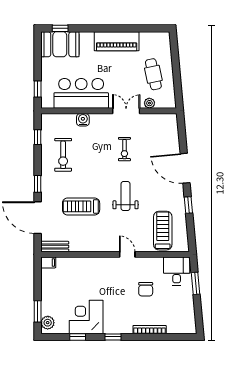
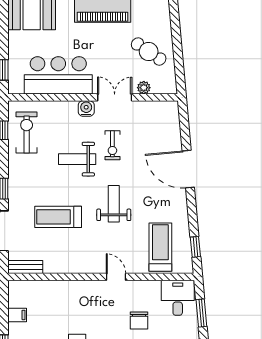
cafe table: (153, 74) -> (149, 52), turned -44
water cooler: (83, 120) -> (86, 108), moved
exercise bike: (63, 155) -> (27, 132), moved, turned 180
weight bench: (96, 160) -> (77, 159), added
window: (188, 205) -> (195, 247), moved
filing cabinet: (48, 262) -> (17, 315), moved

